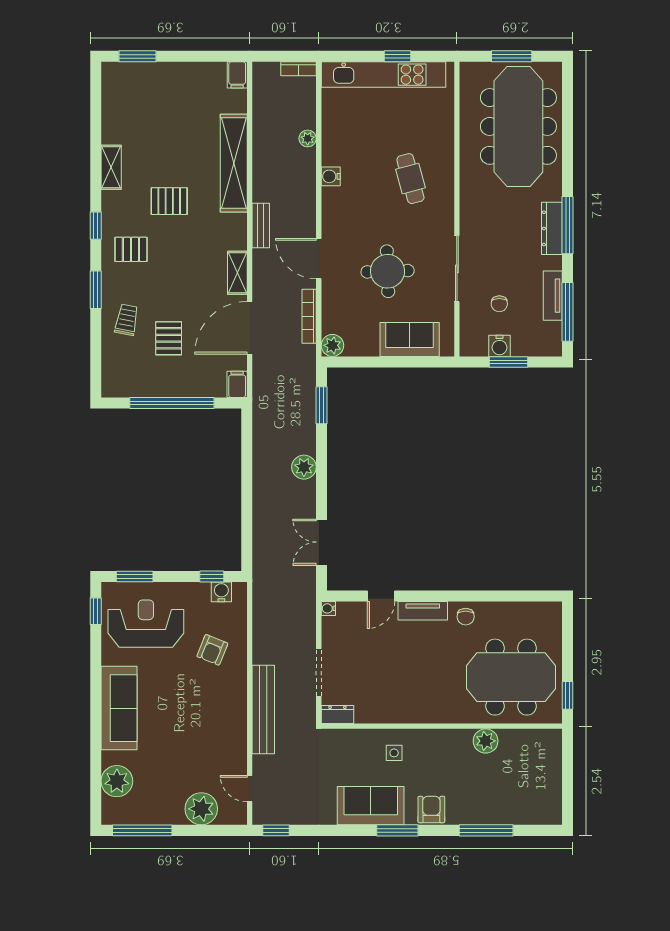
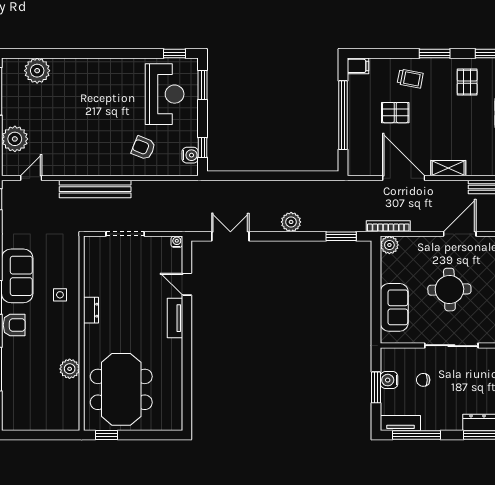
tv unit: (553, 296) -> (400, 423), moved
bookcase: (309, 316) -> (388, 226), moved
filing cabinet: (237, 384) -> (358, 66), moved
chair: (466, 617) -> (170, 353), removed
sofa: (119, 708) -> (96, 72), removed
dresser: (337, 714) -> (91, 310), moved

